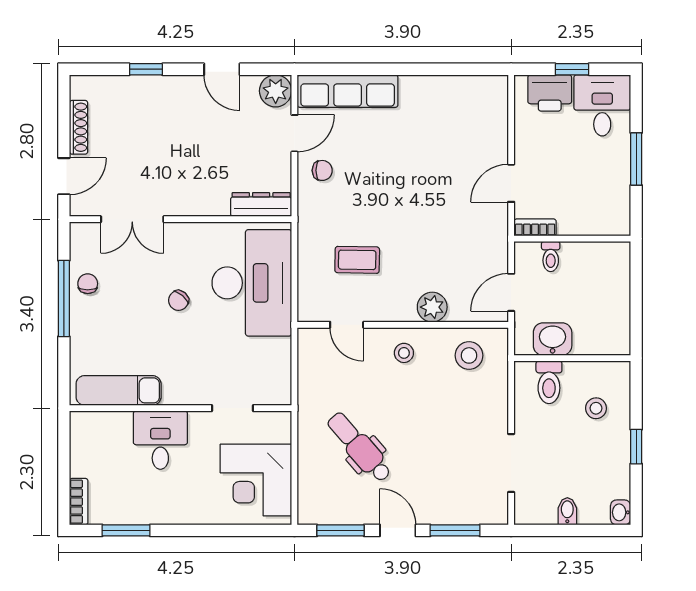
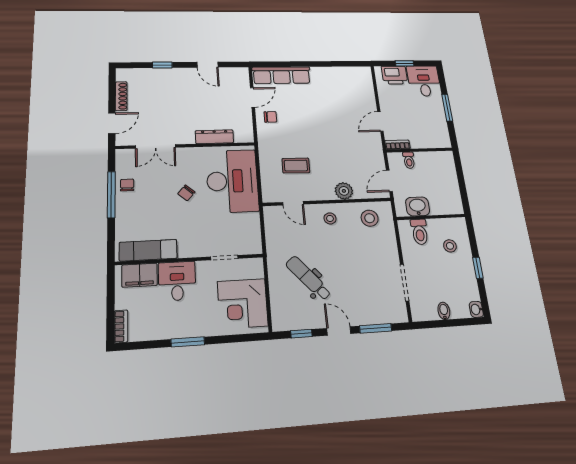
plant: (276, 91) -> (240, 76), removed
dresser: (261, 204) -> (214, 137), moved
filing cabinet: (105, 428) -> (140, 275), added
window: (126, 530) -> (188, 342), moved
window: (341, 530) -> (301, 334), width x0.67

